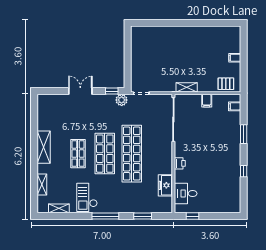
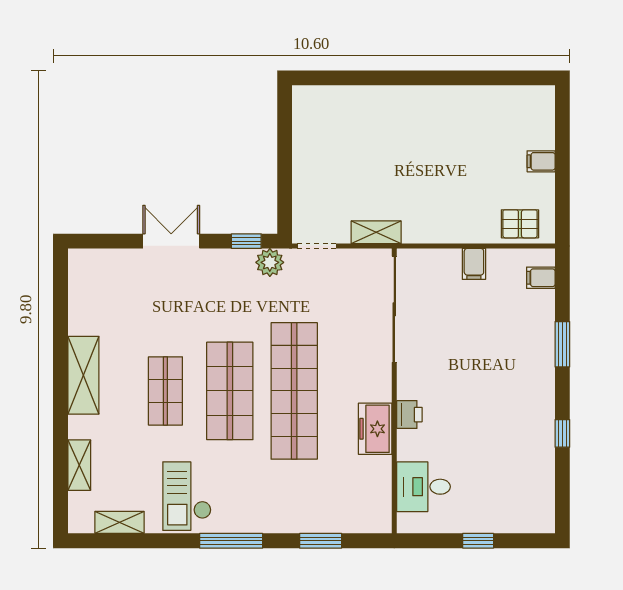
shelving: (187, 87) -> (376, 232), moved
freezer: (165, 185) -> (375, 429), moved
window: (193, 216) -> (478, 541), moved

